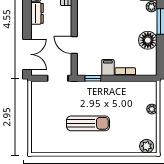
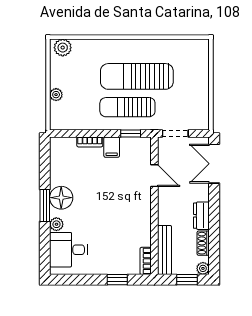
floor lamp: (148, 40) -> (61, 198), moved
sun lounger: (95, 99) -> (127, 107), added
sun lounger: (88, 123) -> (137, 76), width x1.36, depth x1.34

